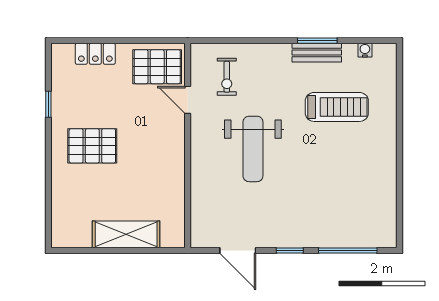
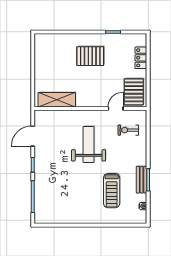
pallet: (92, 146) -> (90, 56), turned 90
weight bench: (253, 149) -> (89, 145), turned 90
shelving: (126, 234) -> (57, 100), moved, turned 90

